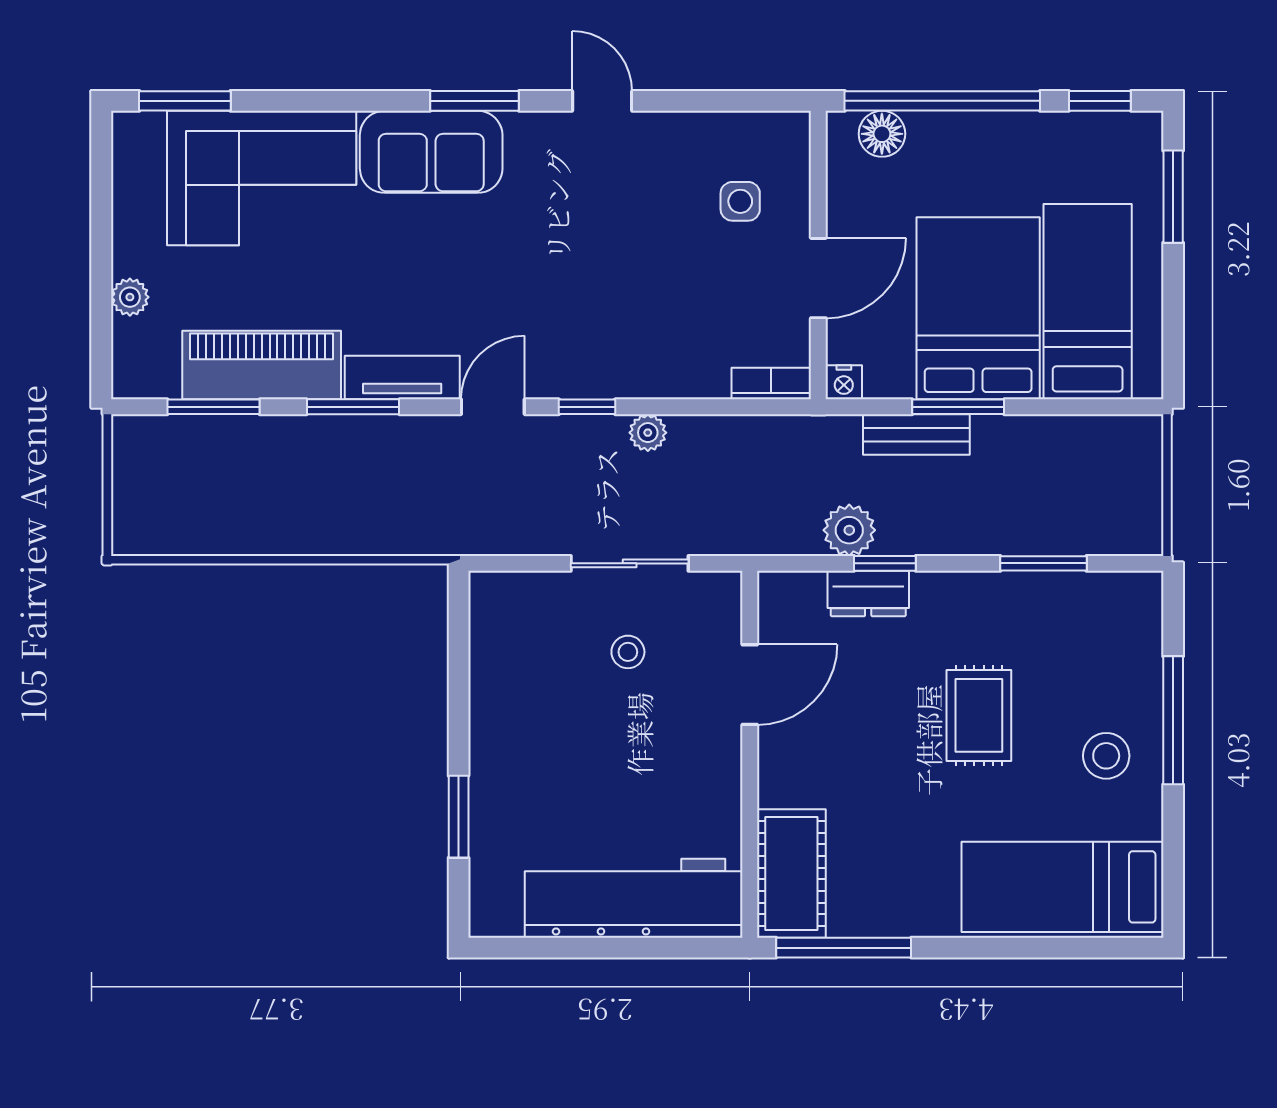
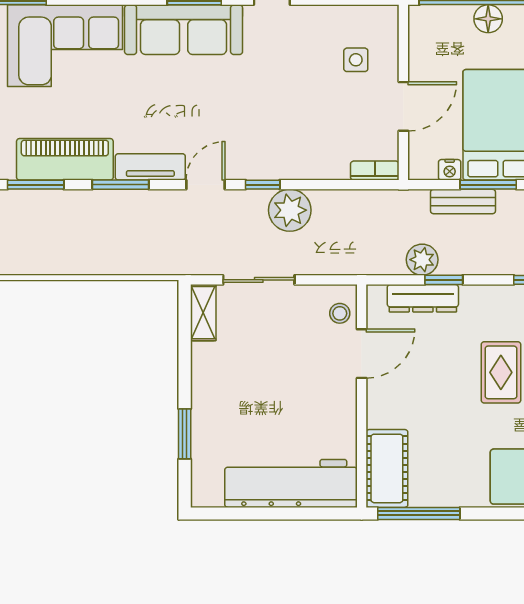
floor lamp: (882, 134) -> (488, 19), moved
sofa: (431, 152) -> (184, 30), width x1.36
nightstand: (844, 382) -> (450, 170), moved
plant: (648, 433) -> (290, 210), width x1.88, depth x1.88
sliding door: (630, 563) -> (259, 280), moved
dresser: (868, 594) -> (423, 298), width x1.44
shelving: (489, 617) -> (203, 313), added
stool: (628, 652) -> (340, 313), moved

